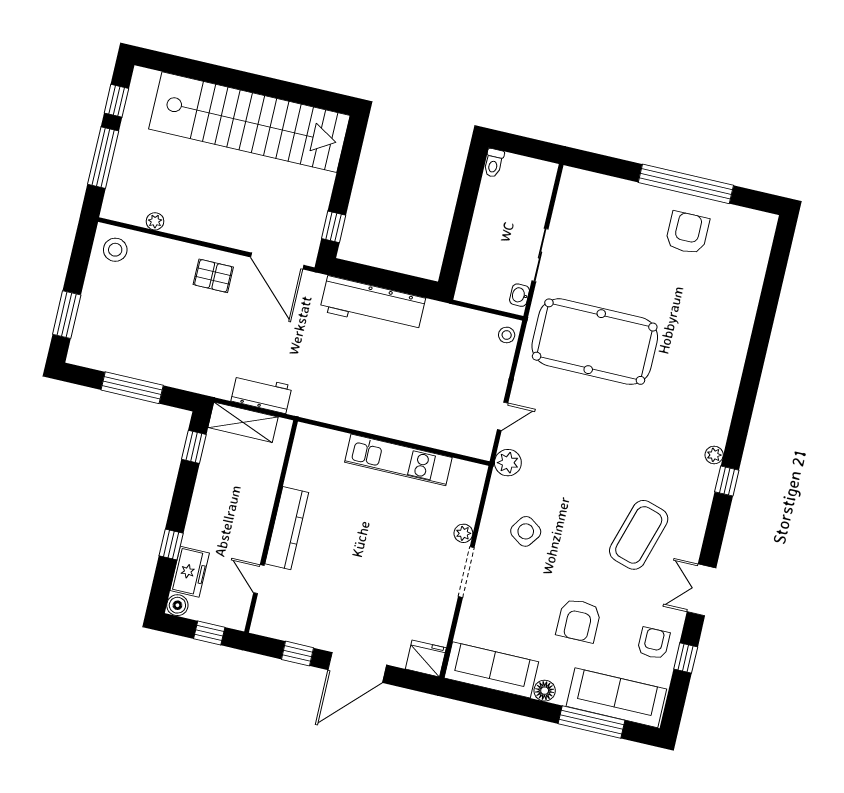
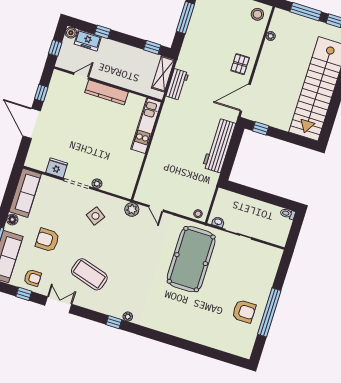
kitchen unit: (398, 460) -> (146, 126), moved
fridge: (426, 658) -> (57, 168), moved, turned -90

